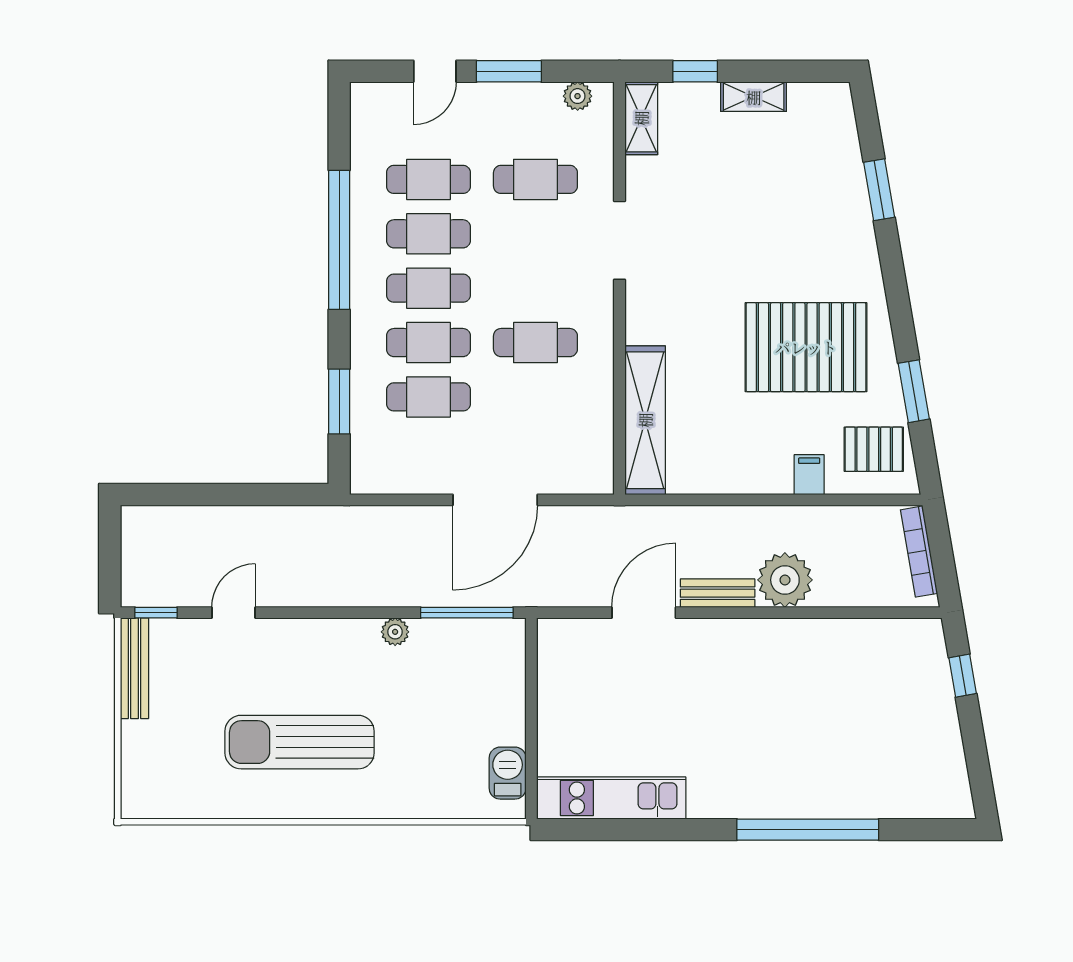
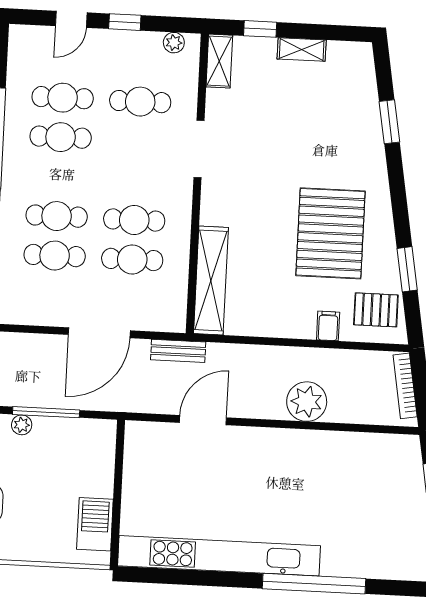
window: (509, 71) -> (125, 22), width x0.67
cafe table: (428, 288) -> (132, 259), moved
pallet: (806, 347) -> (330, 233), turned 90
bench: (718, 593) -> (178, 351), moved
window: (467, 613) -> (46, 412), moved
barbecue: (508, 773) -> (95, 524), width x1.38, depth x1.27
kitchen unit: (611, 798) -> (219, 556), width x1.86

